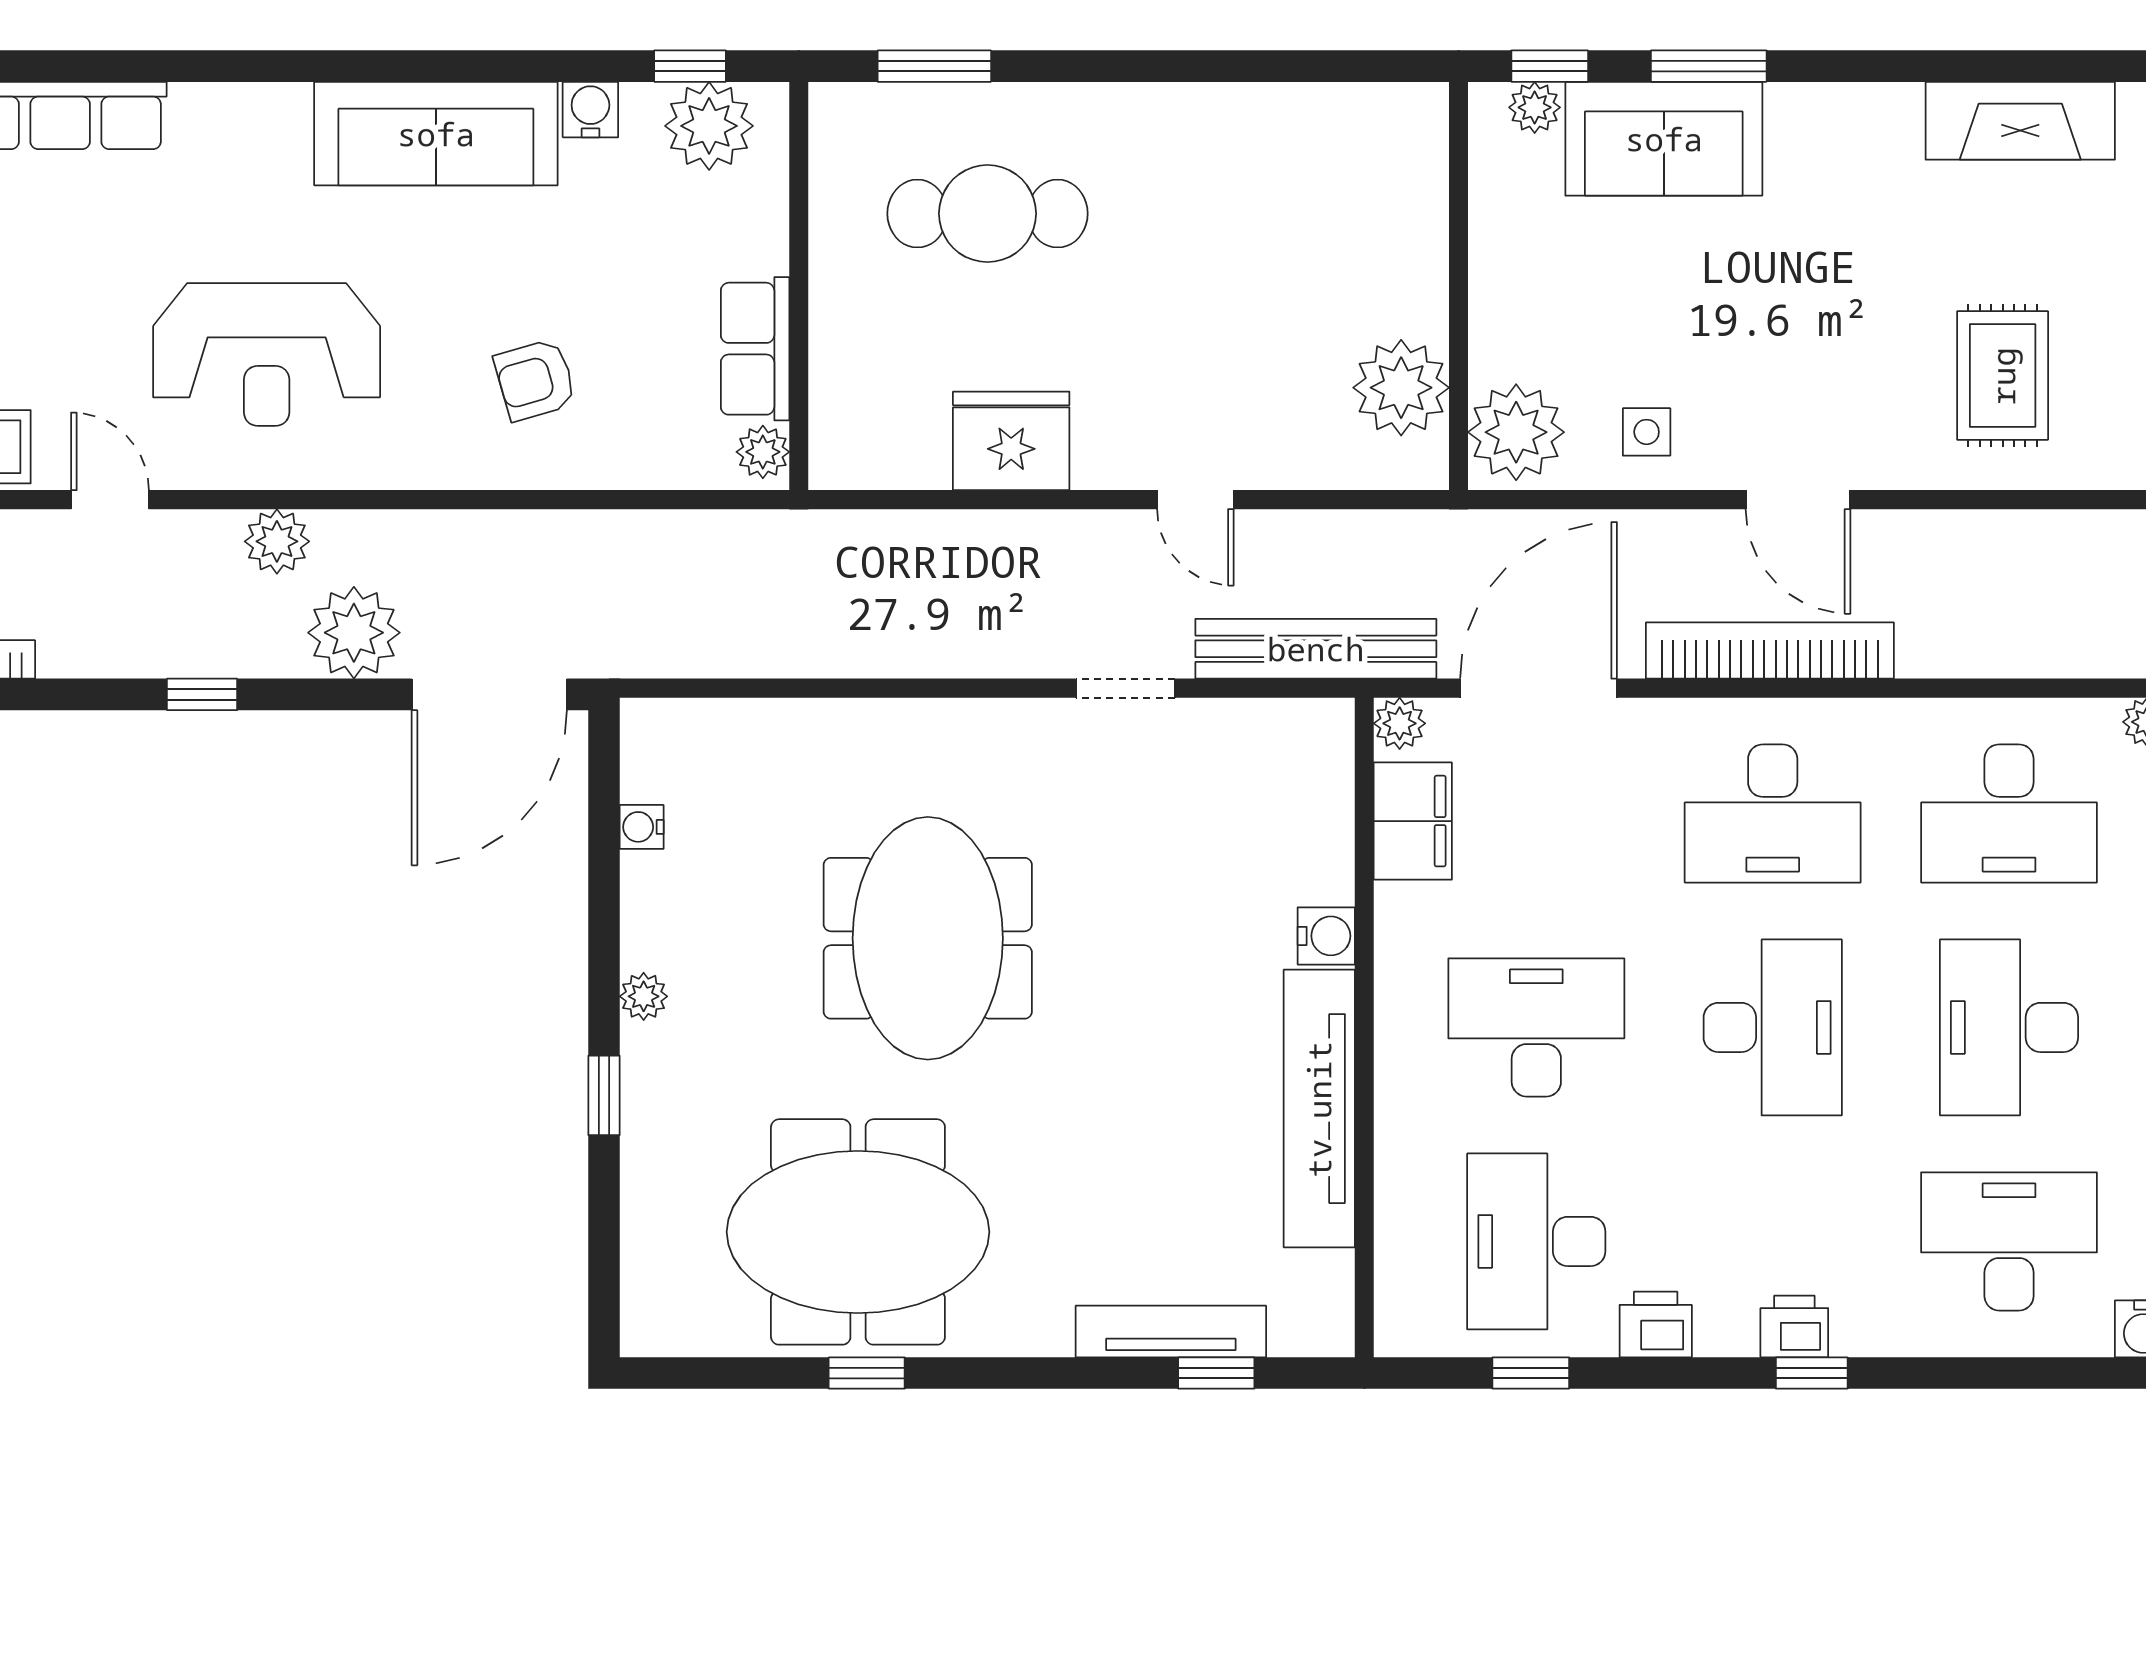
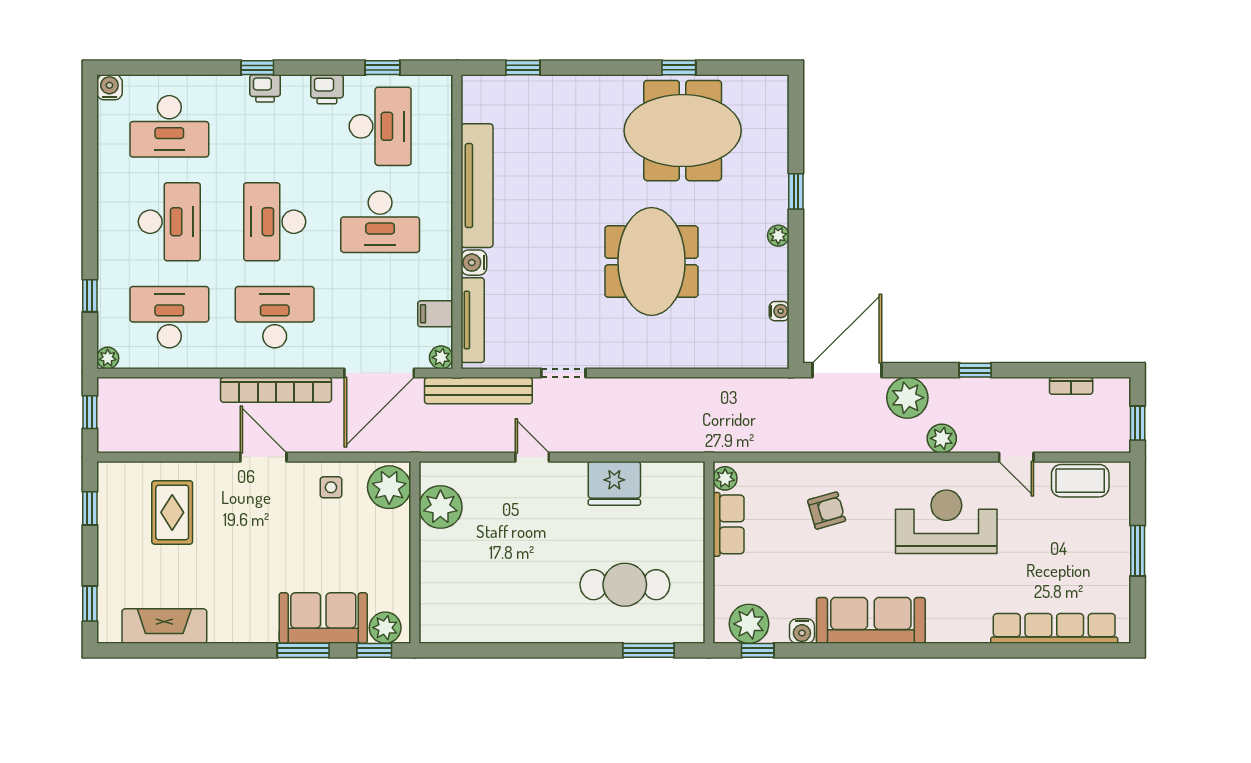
plant: (1535, 107) -> (385, 628), width x1.38, depth x1.38
filing cabinet: (1413, 821) -> (435, 314), width x0.50
tv unit: (1171, 1331) -> (473, 320), moved, turned -90

